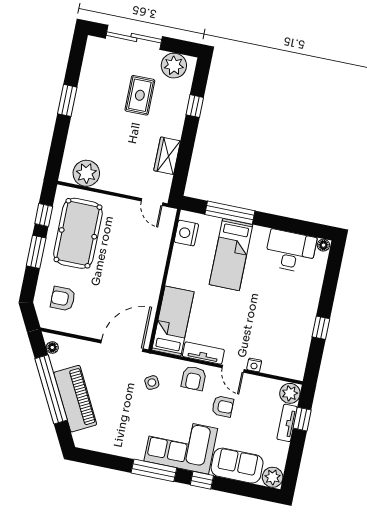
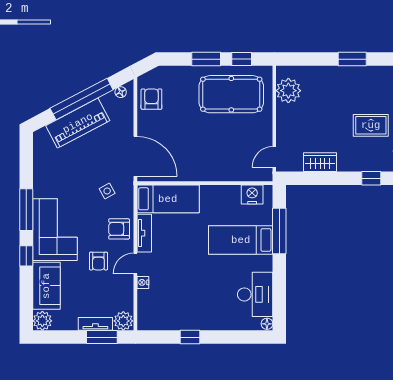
armchair: (63, 299) -> (151, 99), moved
window: (302, 419) -> (102, 337), width x1.50

